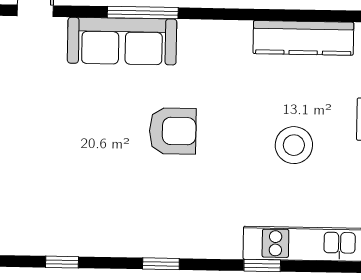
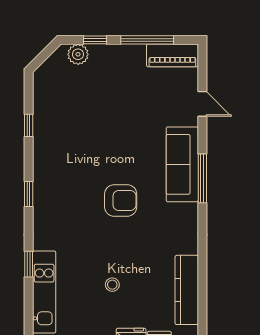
armchair: (173, 131) -> (121, 201), turned -90
stool: (294, 145) -> (112, 285), width x0.53, depth x0.53

